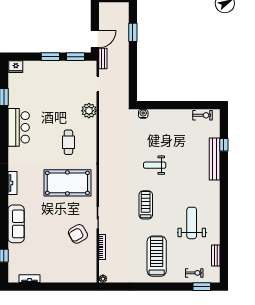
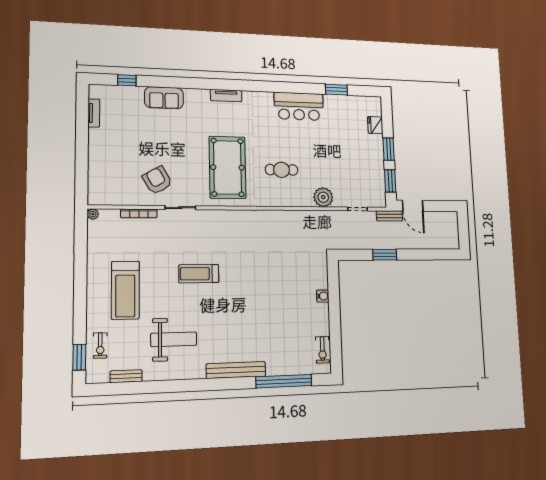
window: (133, 32) -> (385, 255), moved
fridge: (16, 67) -> (375, 125), moved
water cooler: (143, 114) -> (323, 296), moved
window: (224, 145) -> (284, 381), width x3.17
bench: (215, 159) -> (236, 370), moved
weight bench: (155, 165) -> (254, 285), removed
treadmill: (146, 205) -> (199, 274), turned 180
sofa: (16, 224) -> (164, 98), width x0.73
treadmill: (157, 256) -> (125, 290), turned 90

